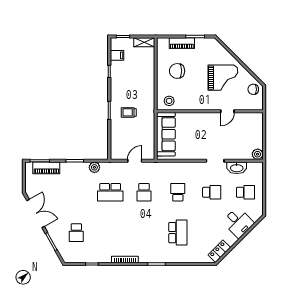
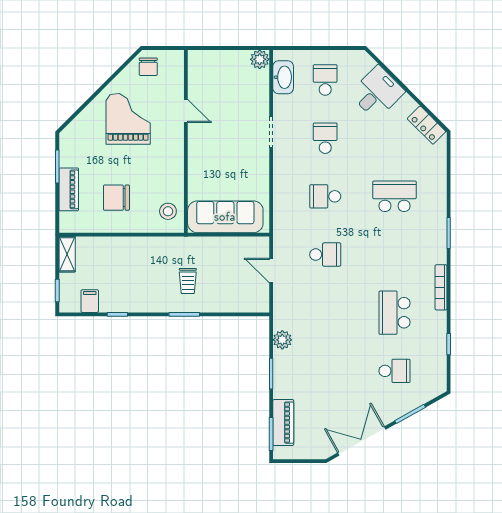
chair: (177, 71) -> (117, 198), turned 90
washbasin: (237, 168) -> (283, 77), moved
school desk: (110, 192) -> (395, 313), moved, turned 180

